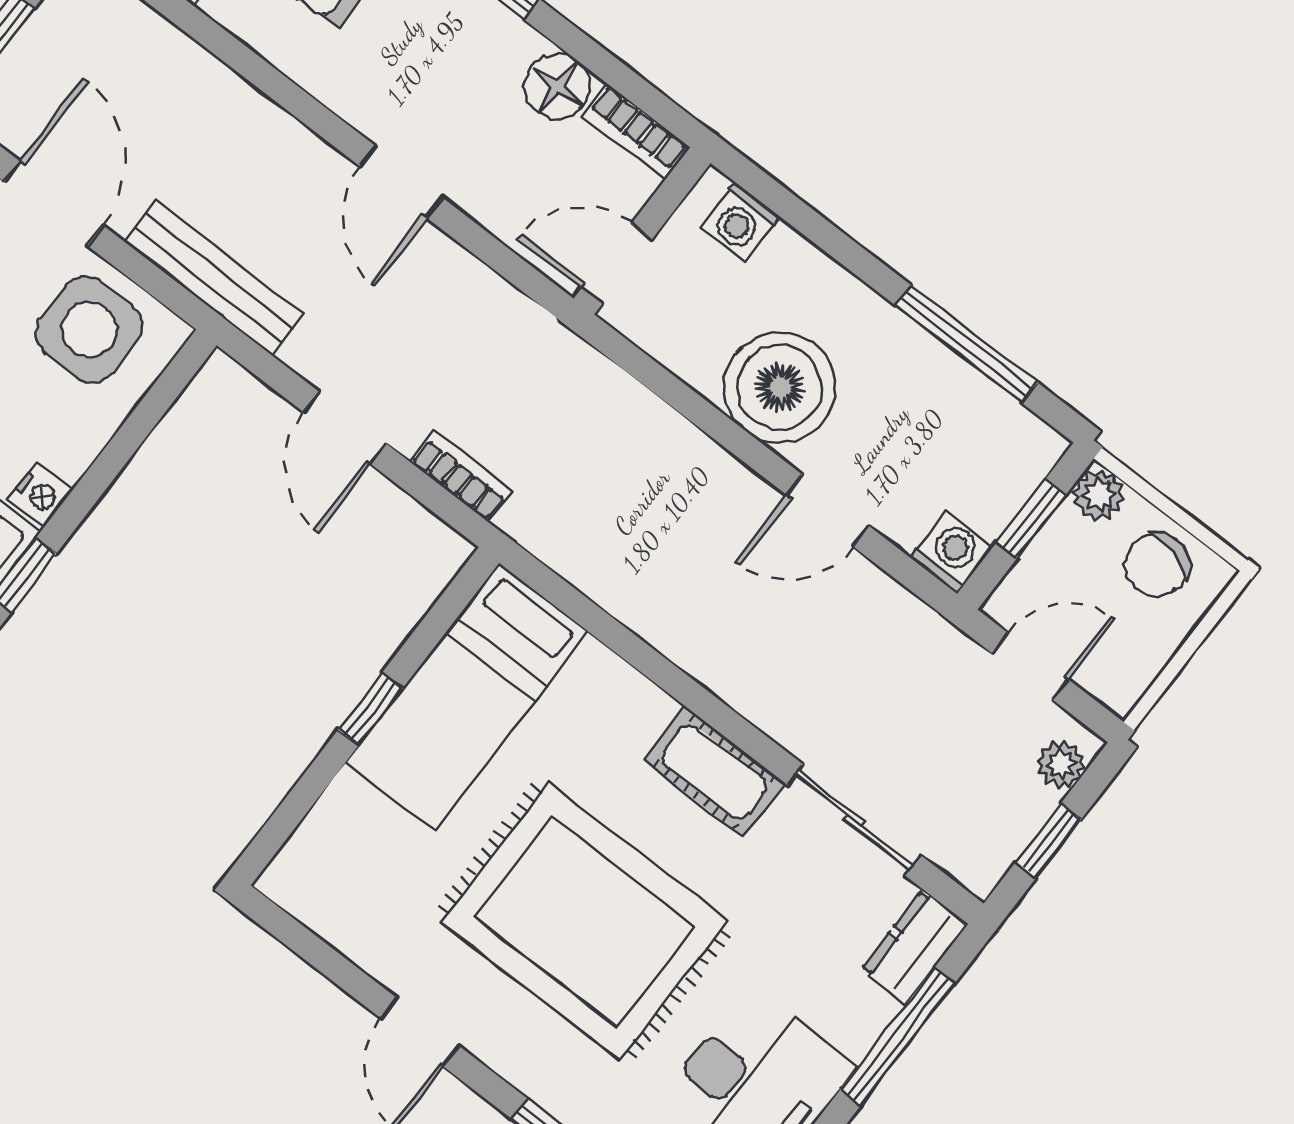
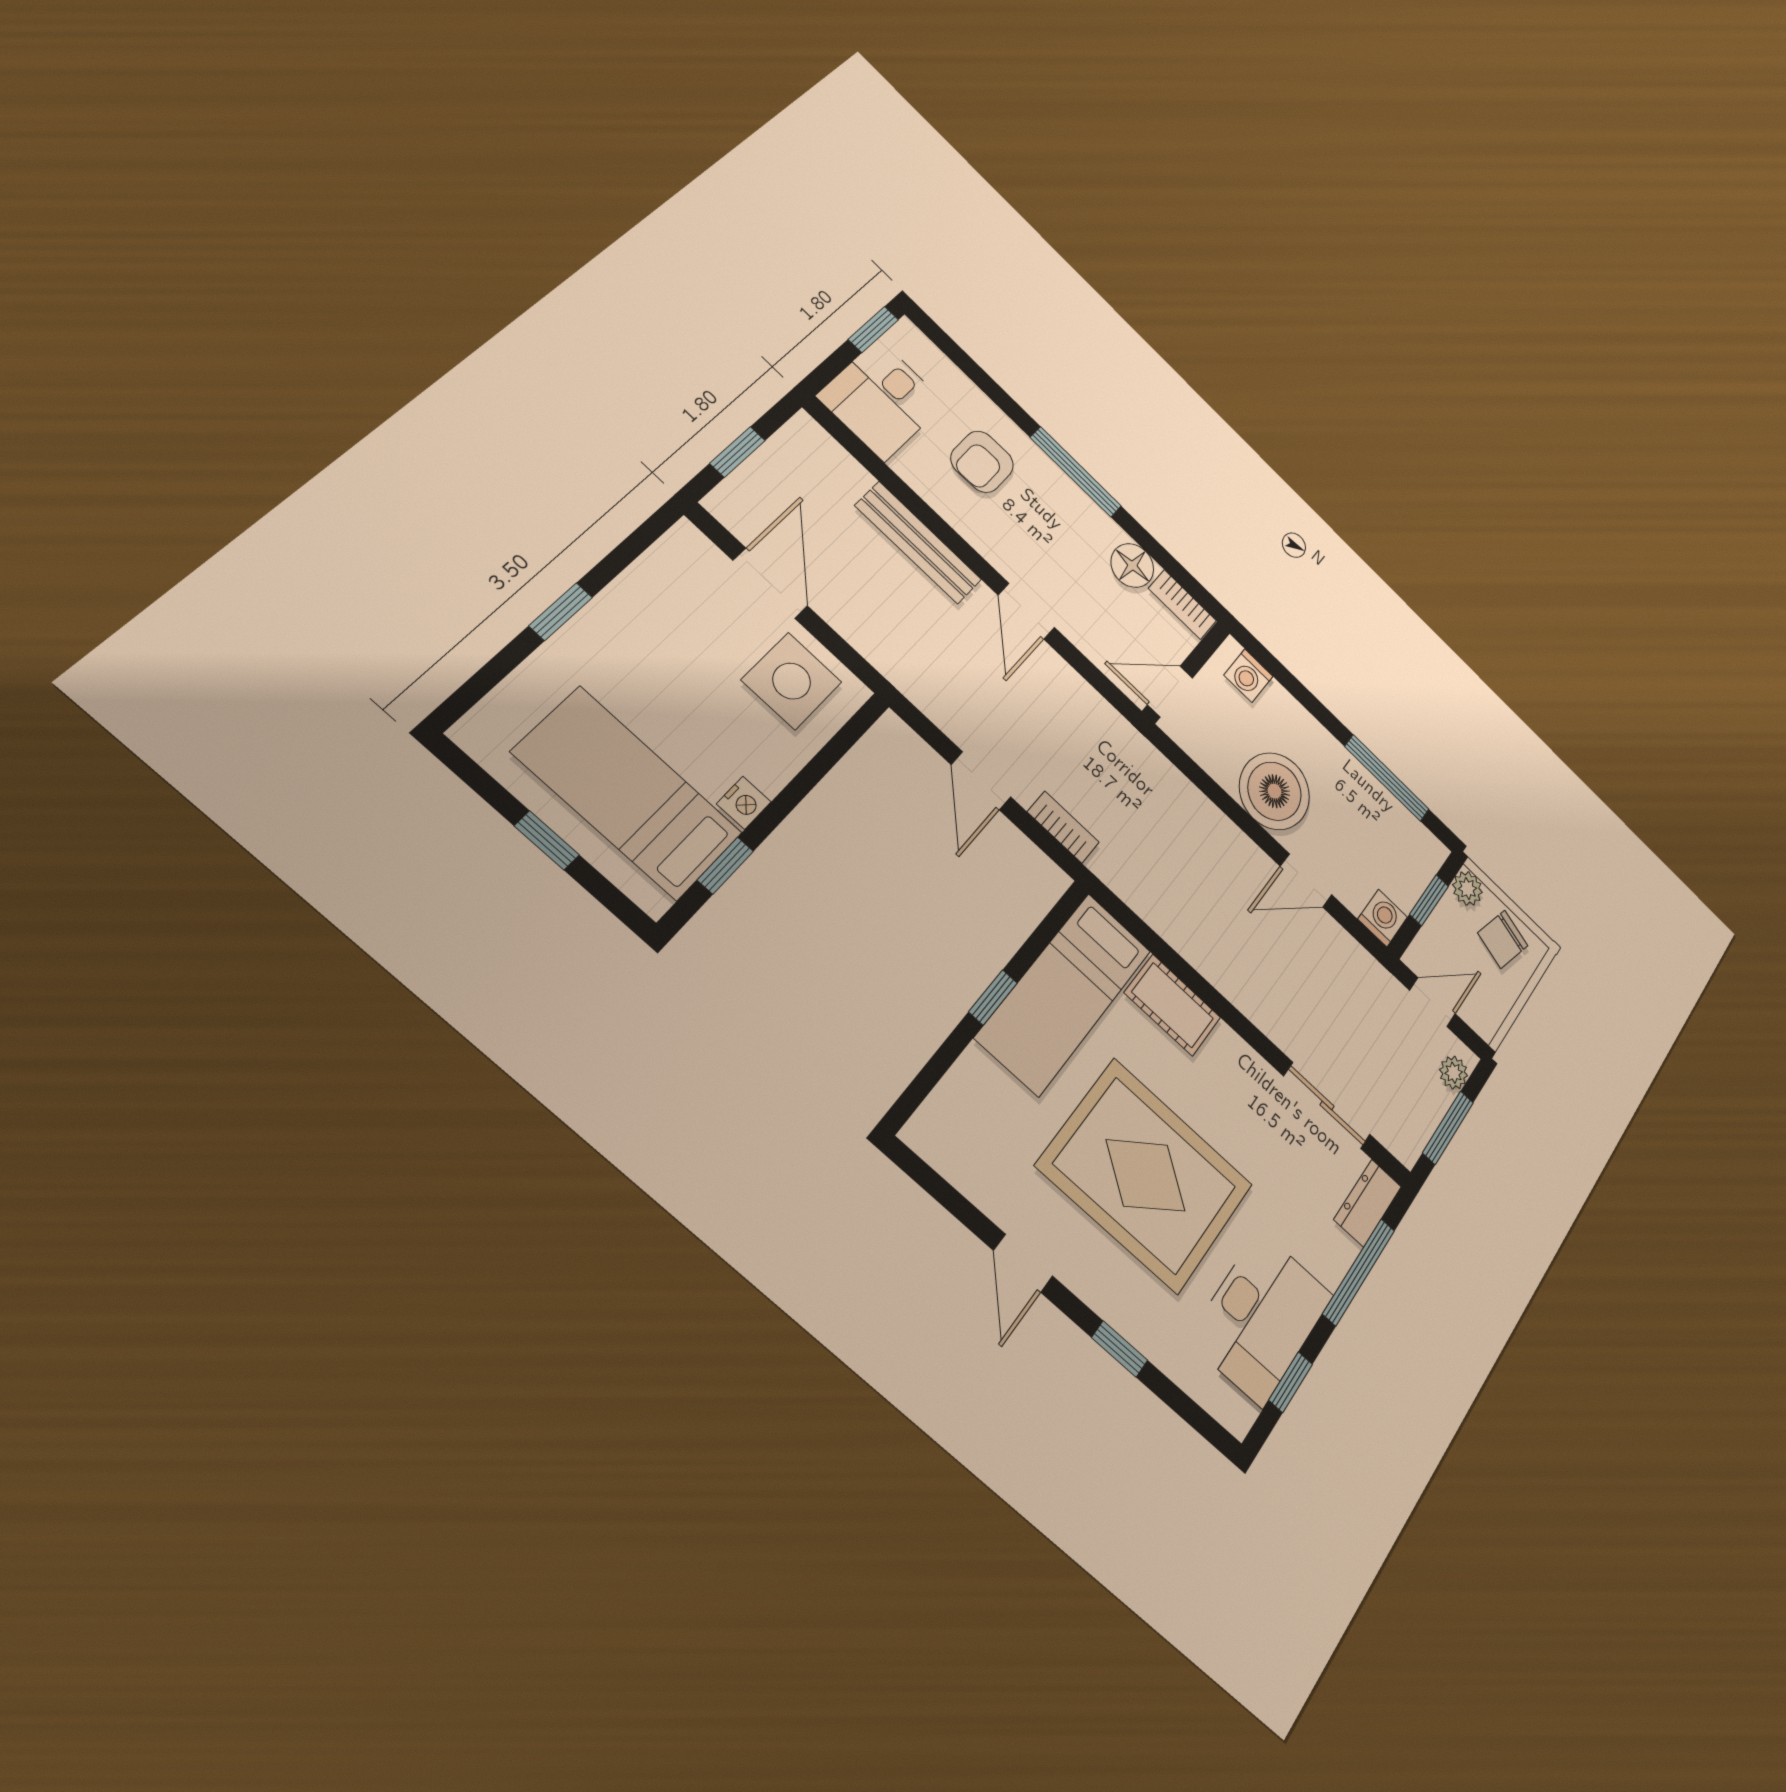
bench: (214, 278) -> (918, 543), moved
cot: (714, 772) -> (1173, 1005), moved
window: (1048, 841) -> (1448, 1128), width x1.50

